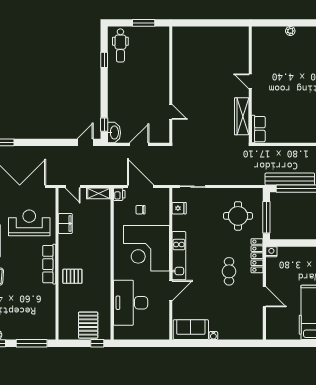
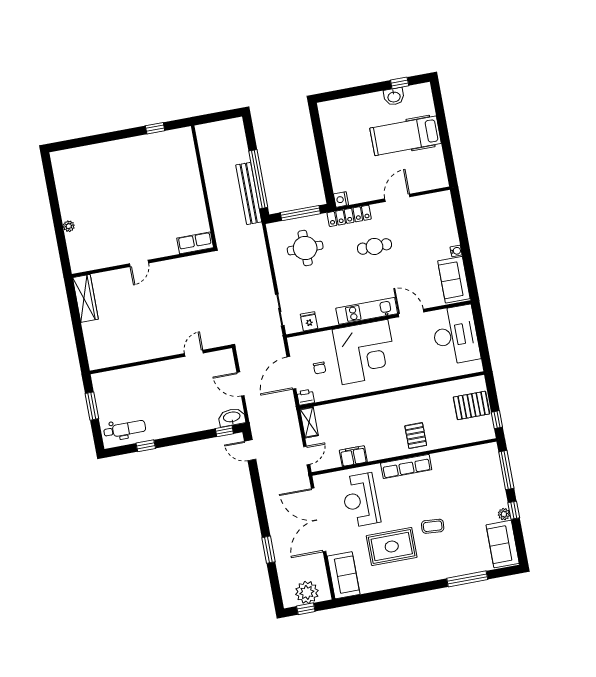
wardrobe: (242, 116) -> (85, 298), moved, turned -90
desk: (131, 303) -> (455, 335), moved, turned -90
window: (97, 343) -> (497, 420), moved

